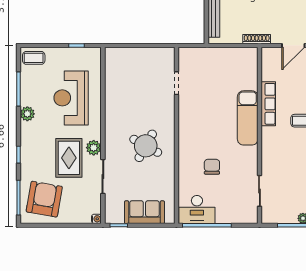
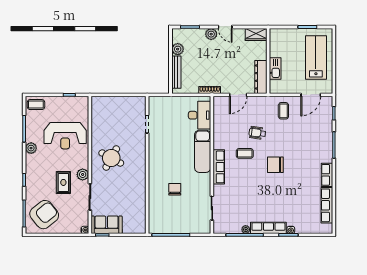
reception desk: (71, 98) -> (65, 136), turned -90
row of seats: (268, 104) -> (219, 167), moved
round table: (146, 146) -> (111, 158), moved
rug: (69, 158) -> (63, 182), width x0.73, depth x0.70
armchair: (44, 199) -> (44, 215), turned 41
desk: (197, 209) -> (200, 115), moved, turned -90
sofa: (144, 212) -> (107, 225), moved

